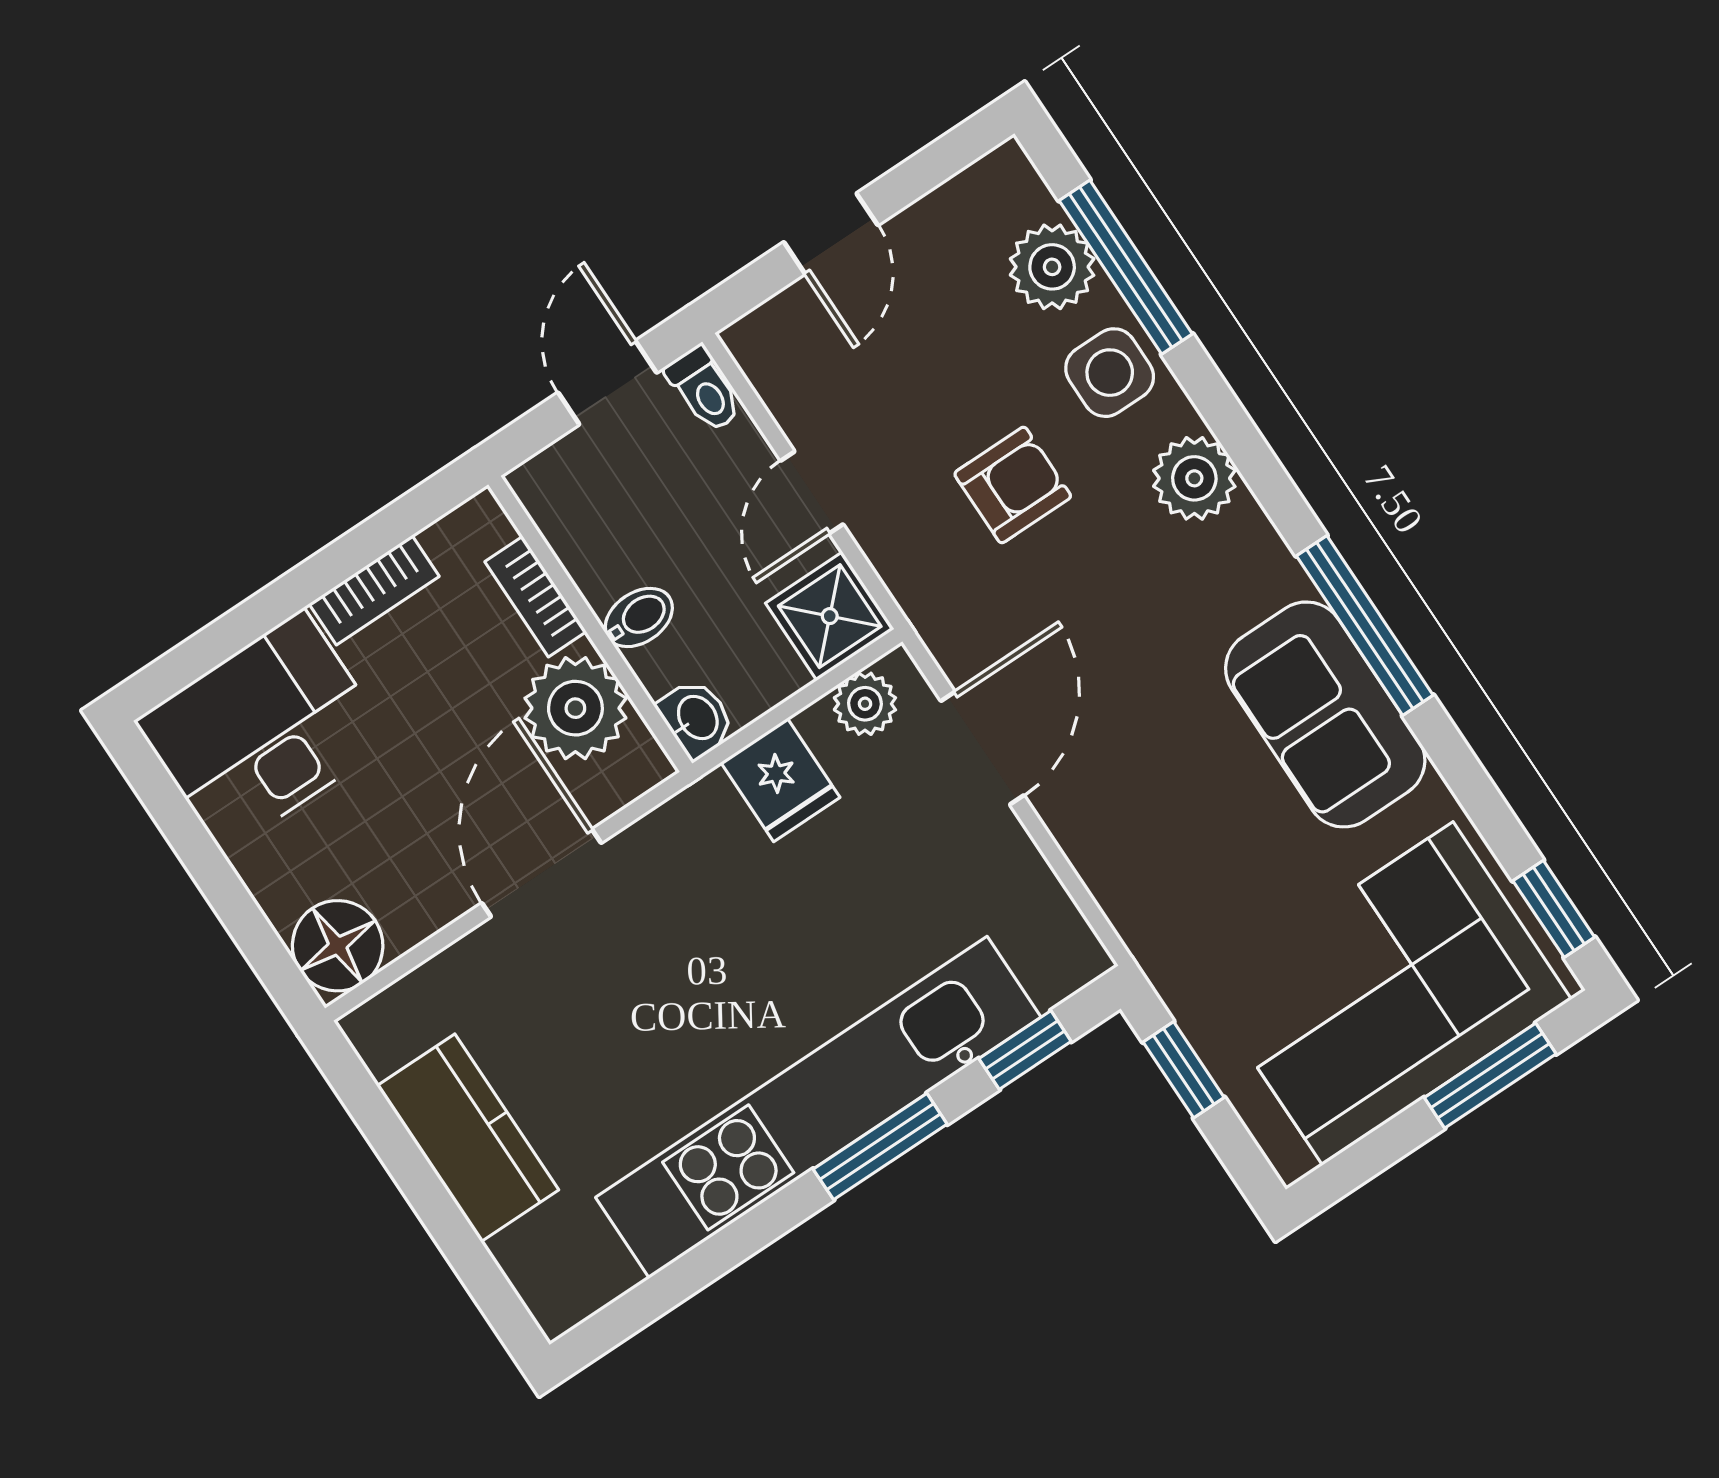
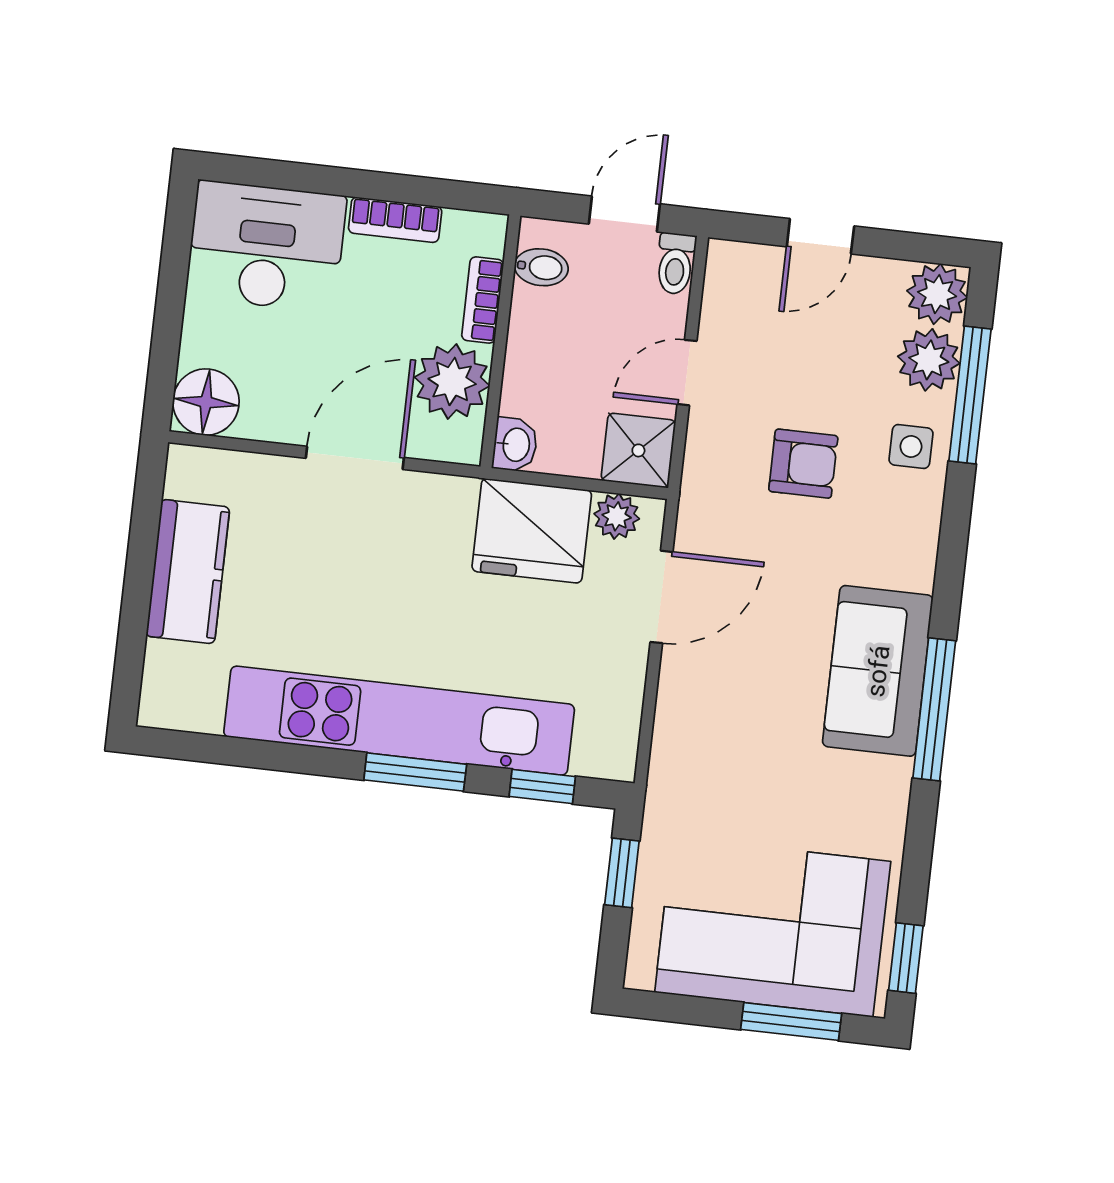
side table: (1110, 373) -> (911, 447), width x0.73, depth x0.73
plant: (1194, 478) -> (937, 294), moved
bidet: (639, 617) -> (541, 267), moved
sofa: (1325, 714) -> (878, 671), moved
fridge: (780, 780) -> (532, 531), width x1.88, depth x1.34

